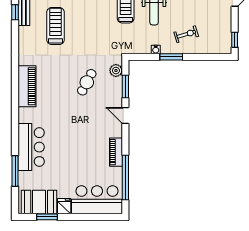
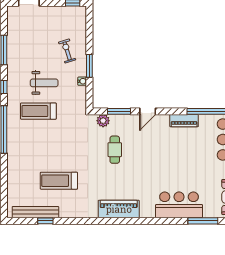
cafe table: (87, 82) -> (115, 150), turned 62

